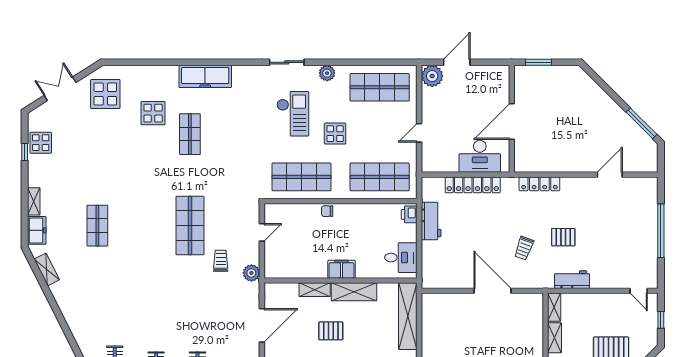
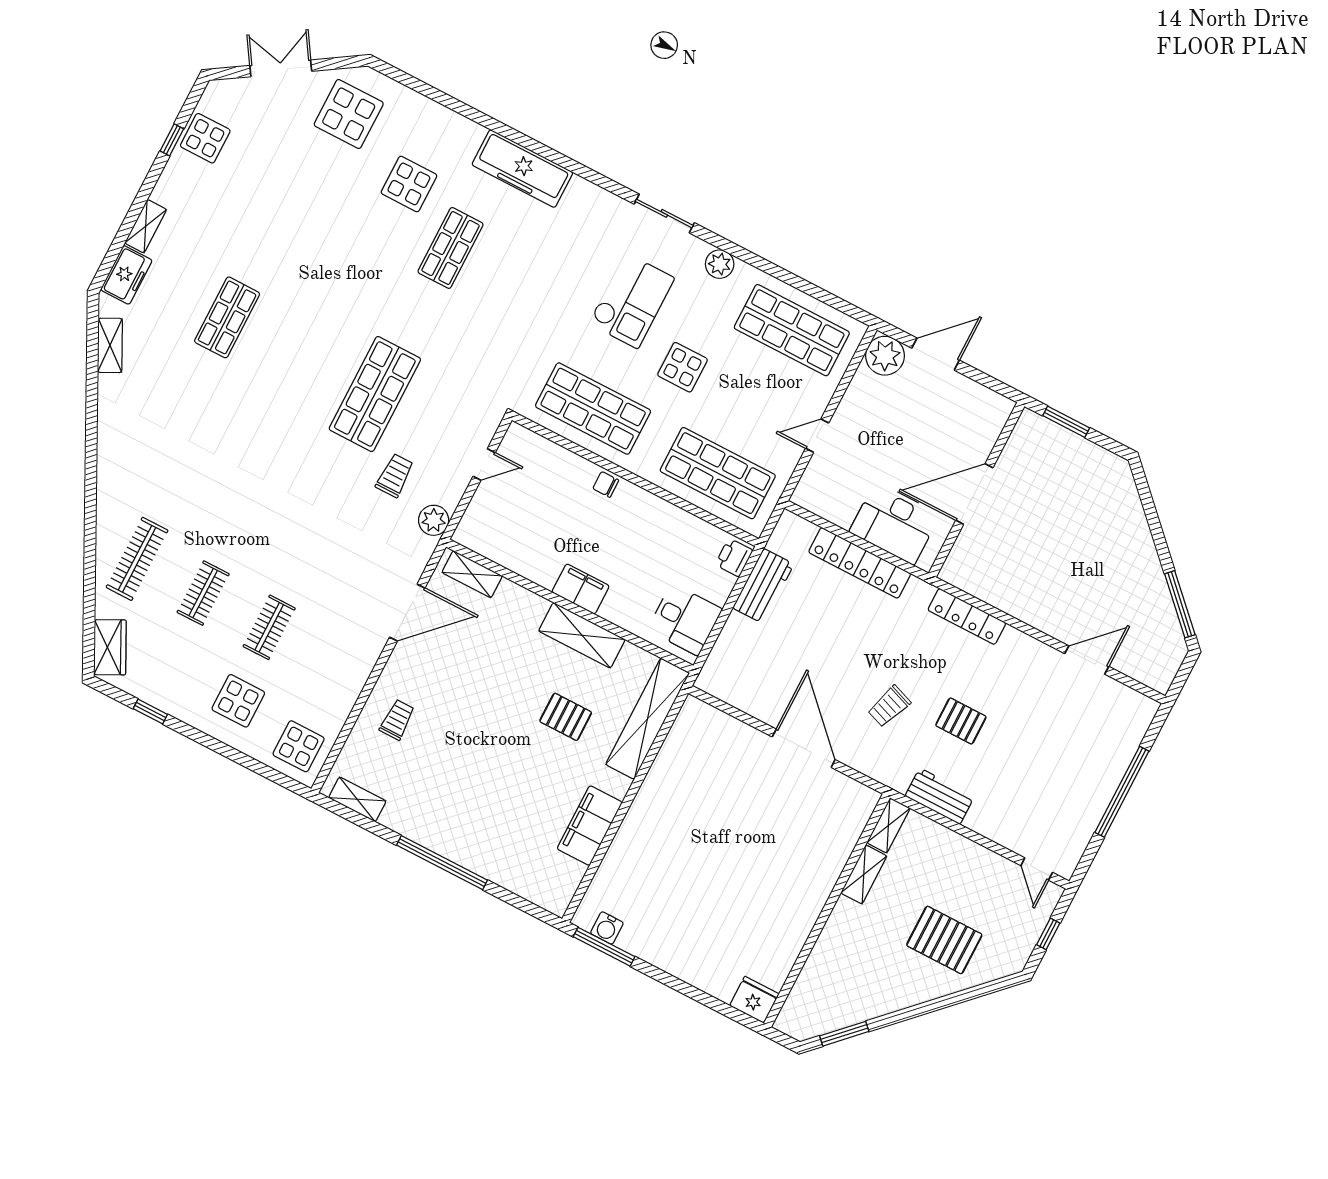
shelving: (315, 290) -> (472, 574), moved
pallet: (331, 331) -> (566, 717), moved

